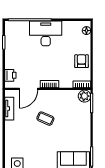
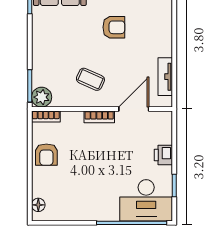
desk: (46, 33) -> (146, 200), moved
printer: (10, 75) -> (163, 155), moved
coffee table: (45, 119) -> (90, 79), moved
armchair: (41, 139) -> (114, 27), added

